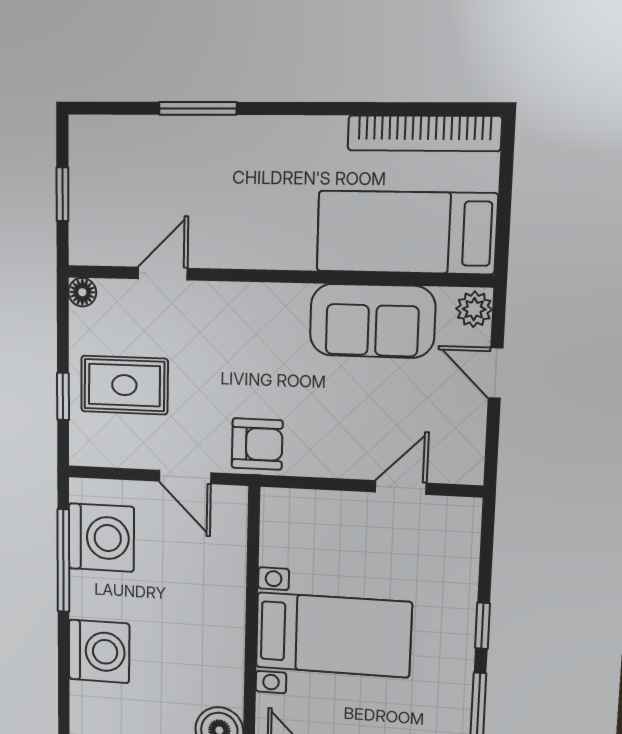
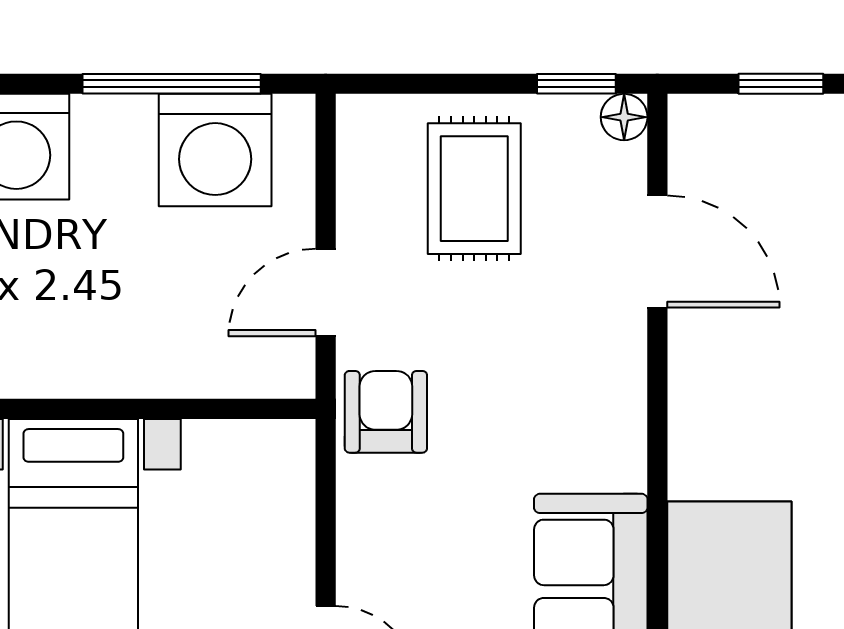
door: (163, 274) -> (657, 251), width x1.38
window: (63, 396) -> (576, 84), moved
armchair: (257, 444) -> (386, 412), turned 180

